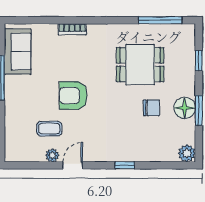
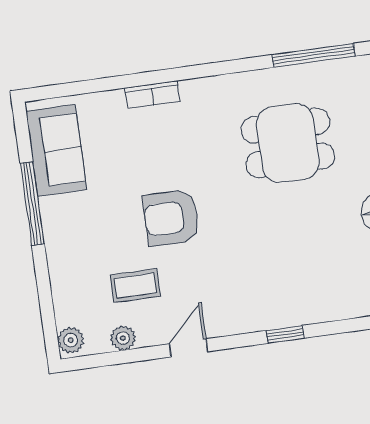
chair: (151, 108) -> (320, 221), removed
plant: (11, 153) -> (71, 340), added
plant: (52, 155) -> (123, 338), moved

